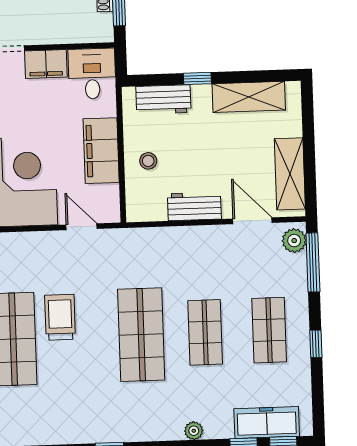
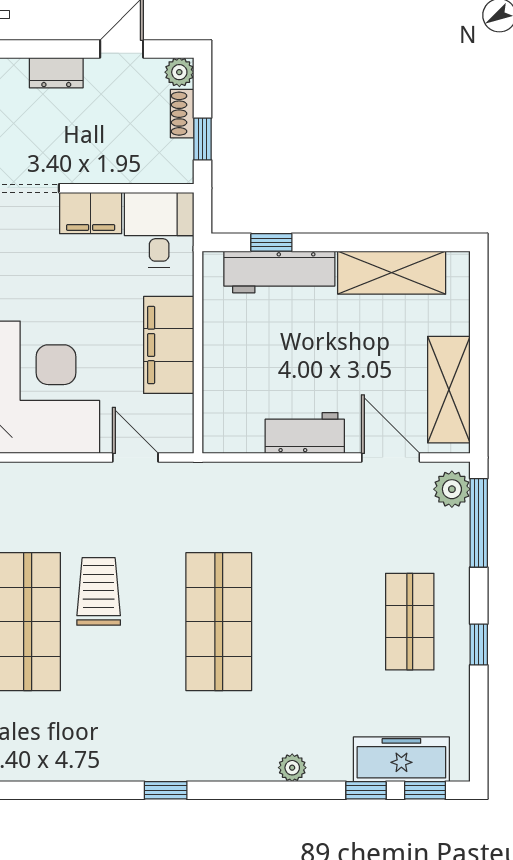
window: (197, 78) -> (271, 242), moved
workbench: (163, 99) -> (279, 272), width x1.38
stool: (148, 161) -> (238, 363), removed
shop shelf: (205, 332) -> (314, 622), removed

